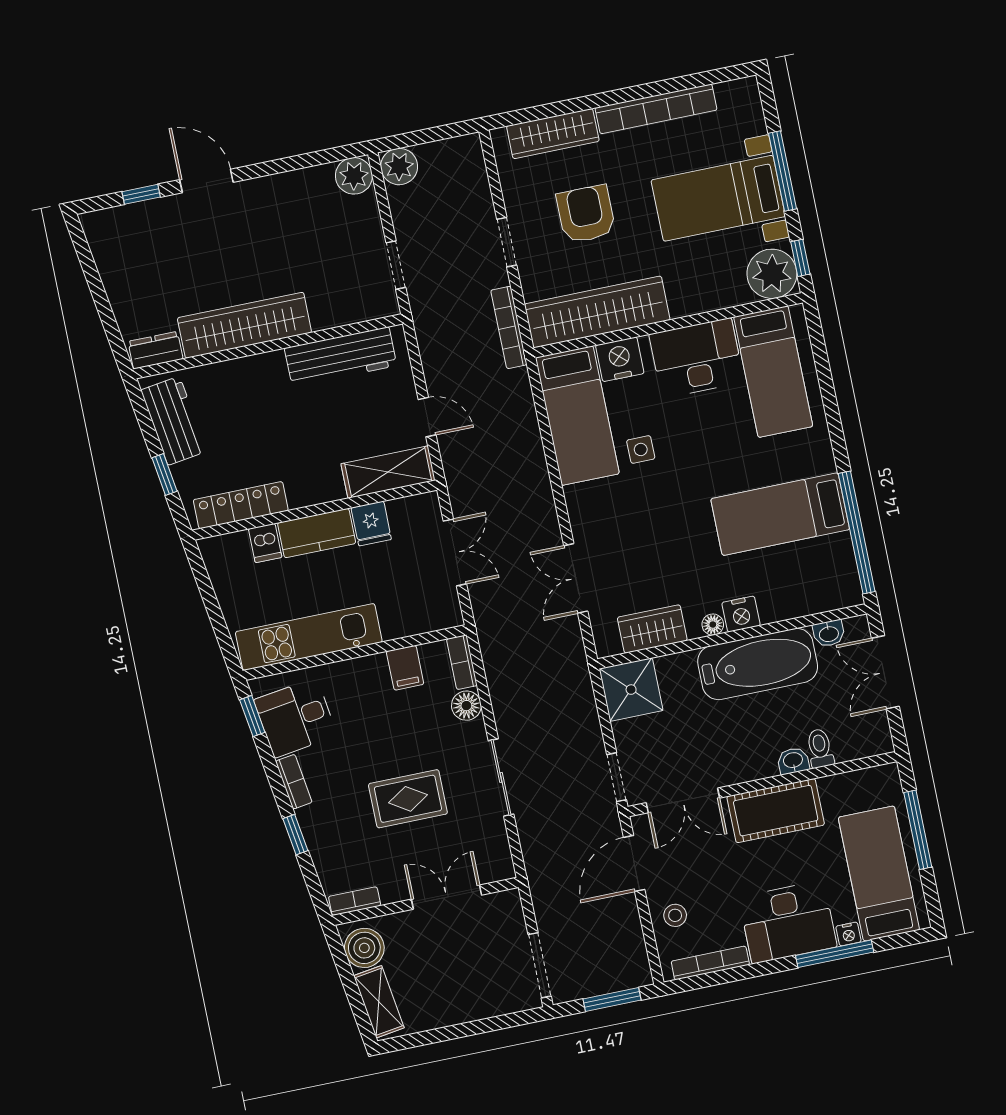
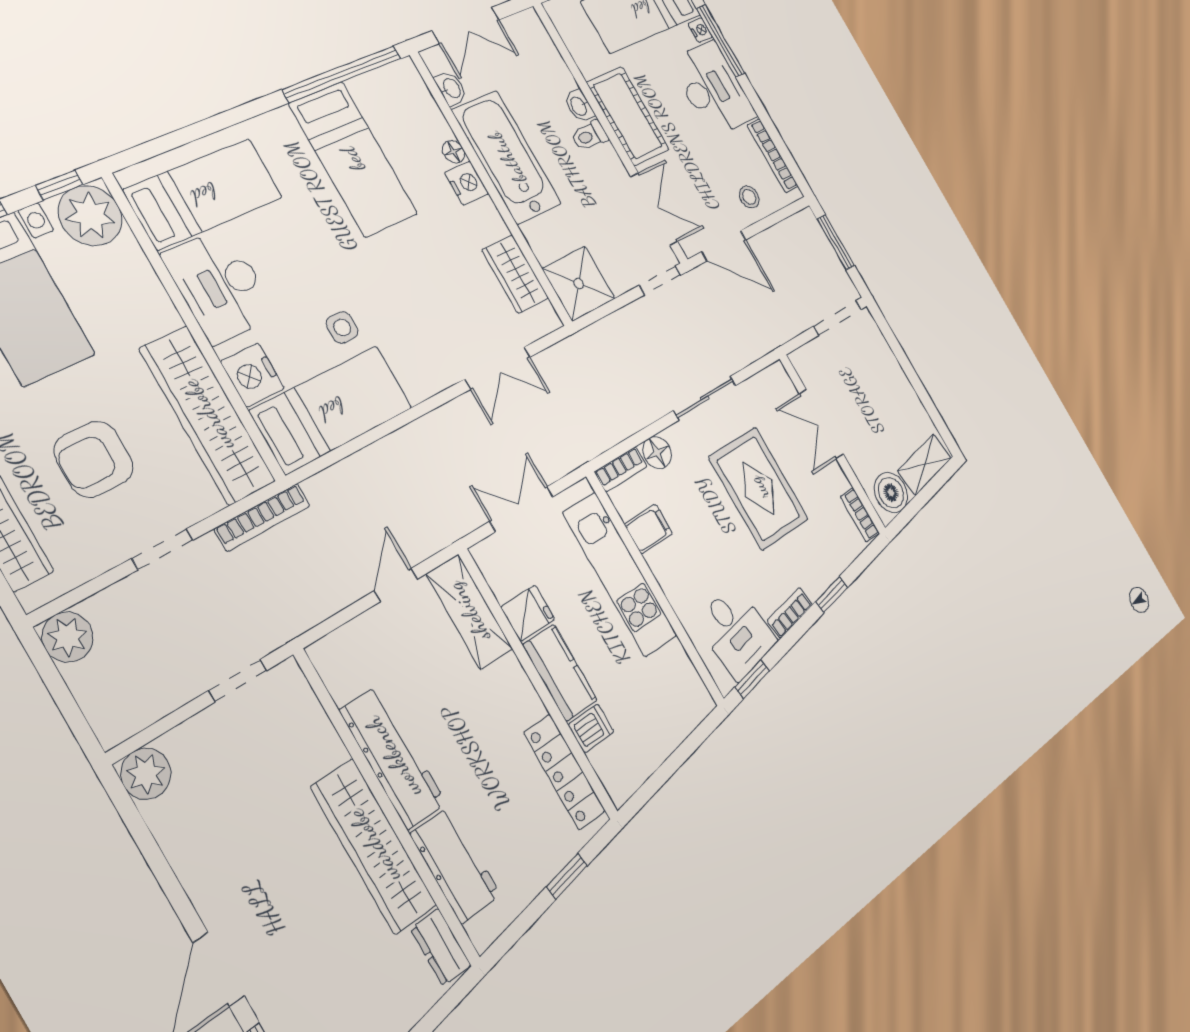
plant: (399, 167) -> (68, 637), moved
workbench: (341, 357) -> (393, 757), moved
workbench: (174, 421) -> (455, 865), moved, turned 98
floor lamp: (713, 625) -> (454, 152), moved
kitchen unit: (309, 637) -> (620, 574), moved
toilet: (820, 748) -> (589, 136), moved
rug: (408, 799) -> (759, 488), width x1.36, depth x1.43

